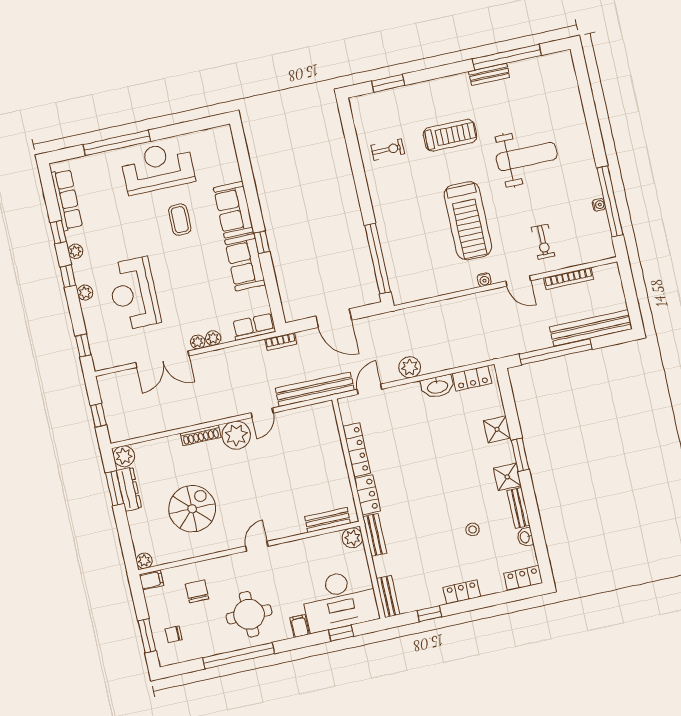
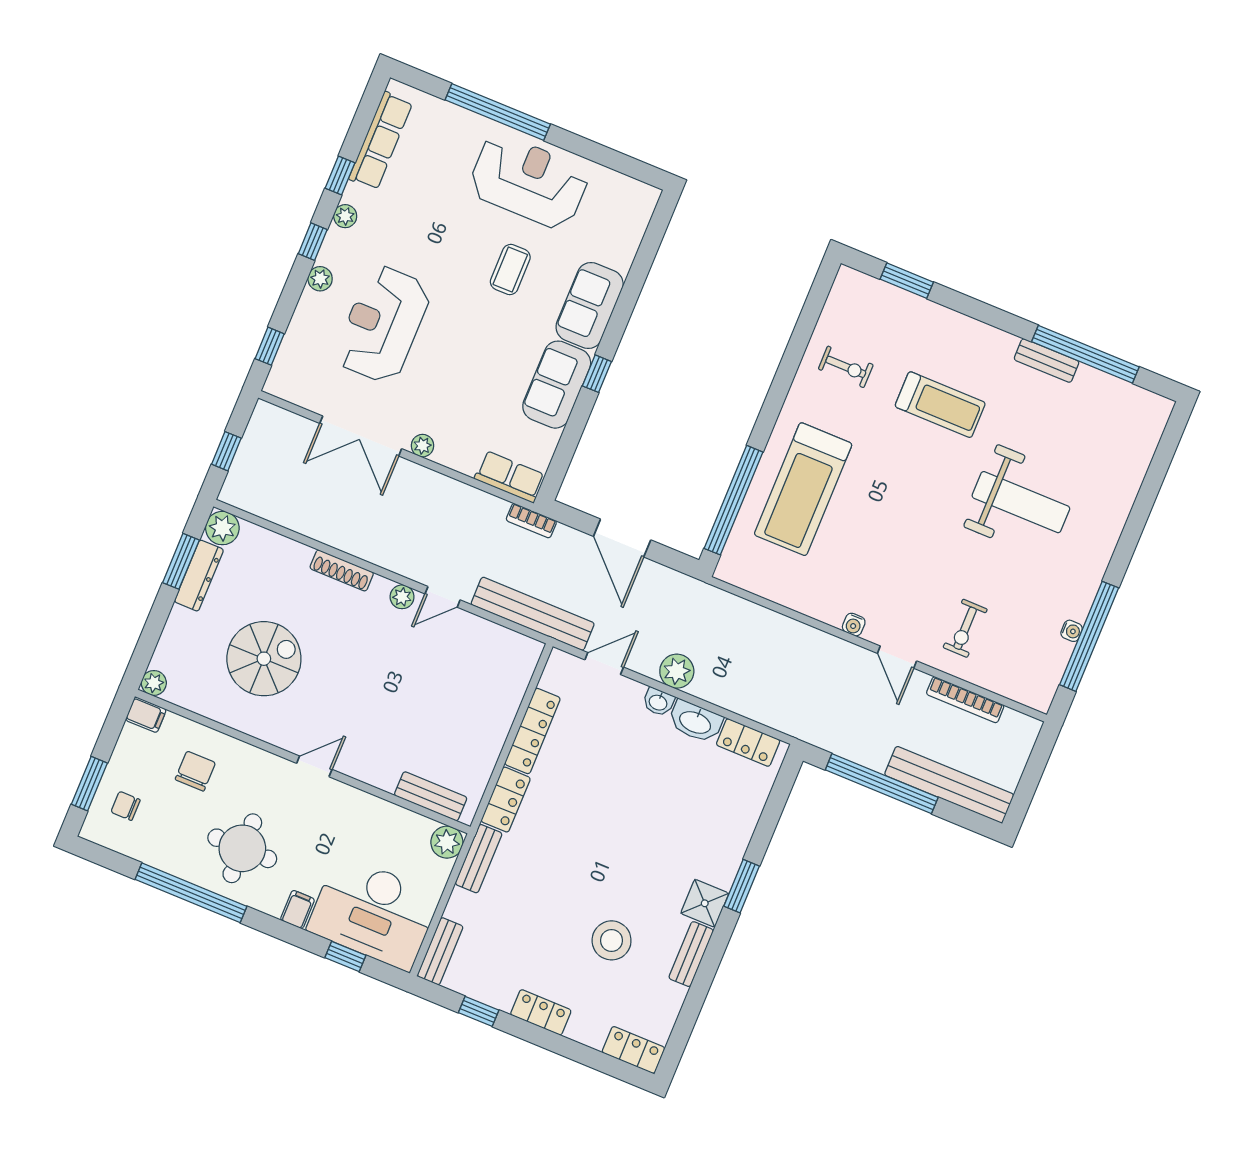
treadmill: (468, 221) -> (803, 489), moved
plant: (213, 338) -> (446, 455), removed
shower: (497, 429) -> (735, 832), removed
plant: (236, 435) -> (402, 597), width x0.53, depth x0.53
stool: (473, 529) -> (612, 940), width x1.89, depth x1.89
washbasin: (525, 537) -> (658, 702), moved, turned -90

